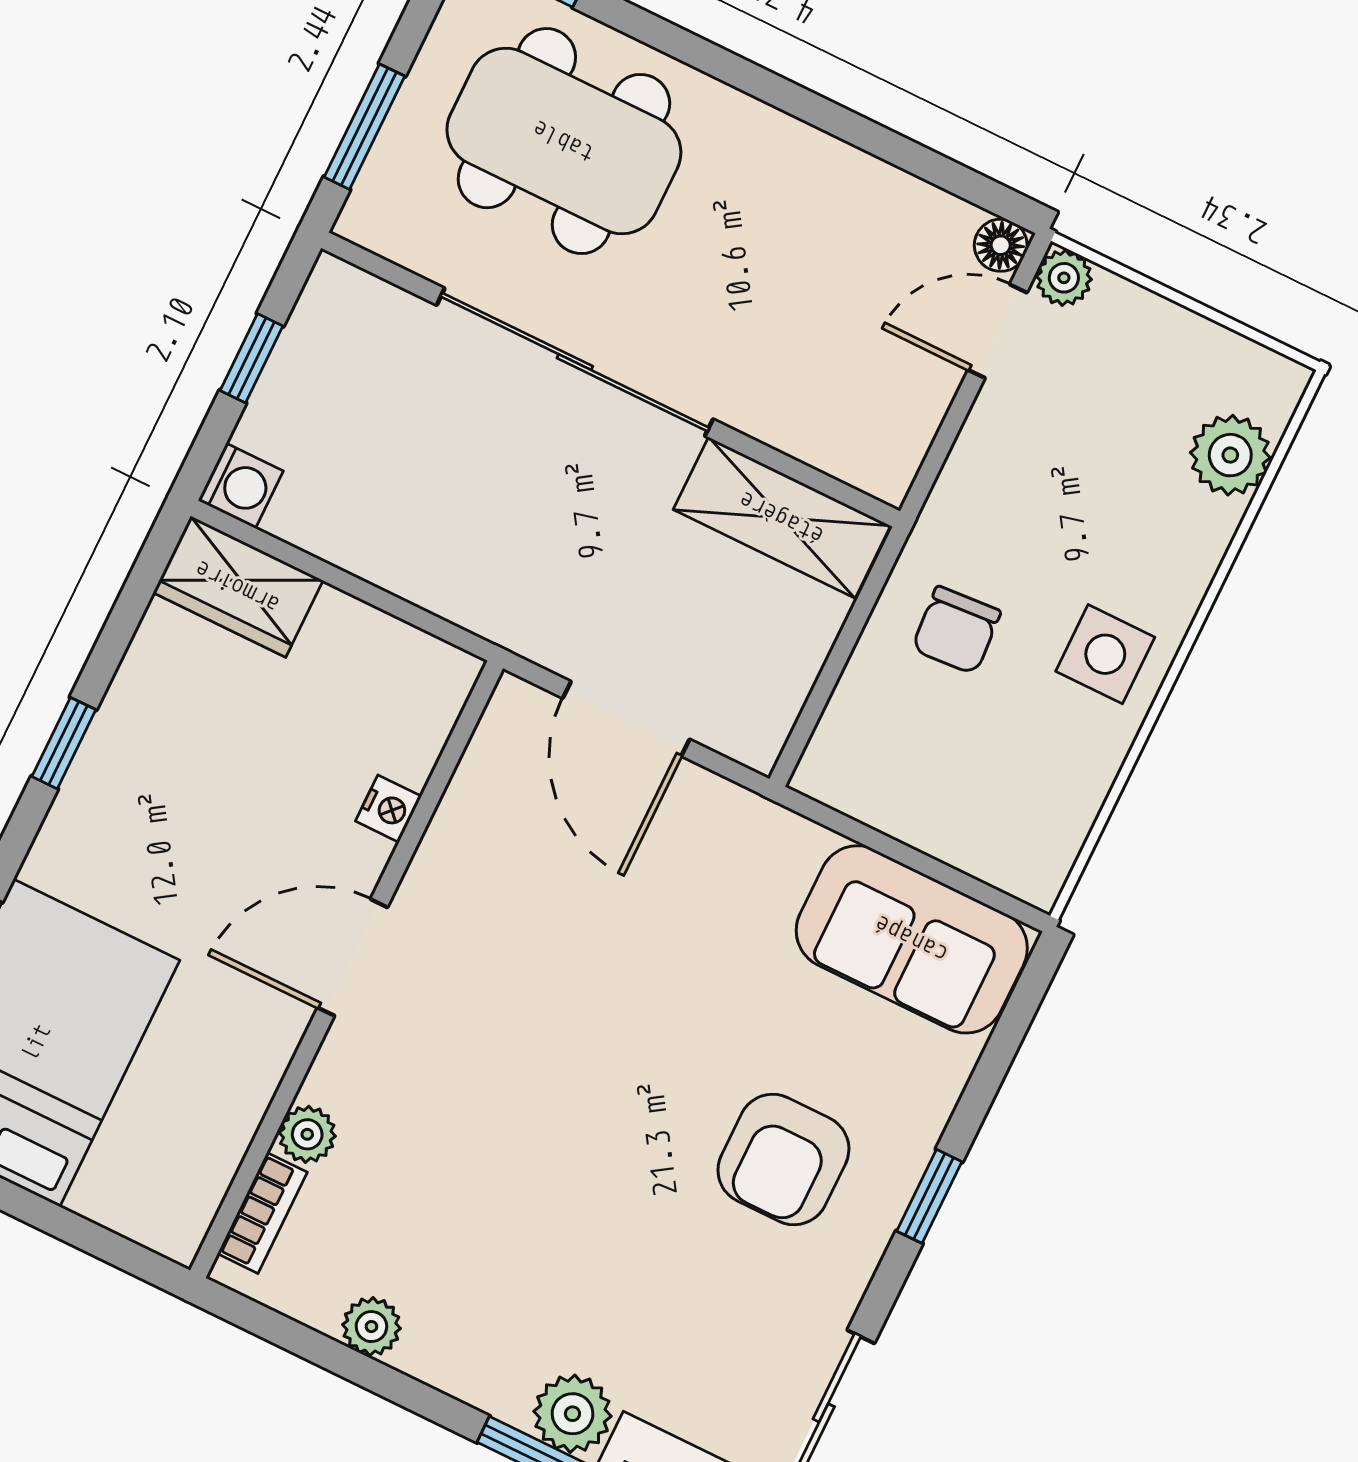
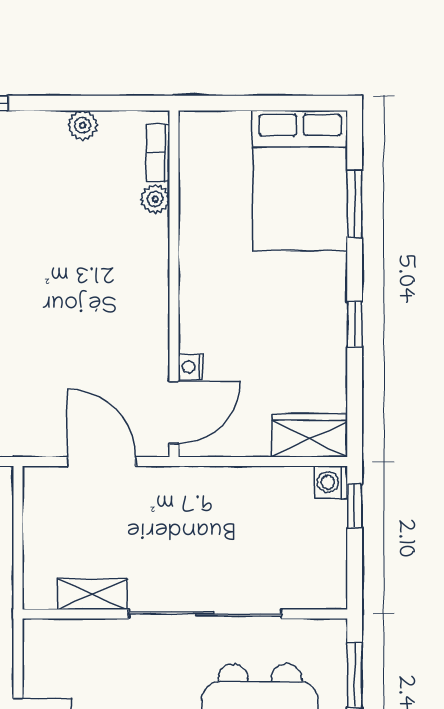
window: (251, 358) -> (355, 506), moved
shelving: (782, 518) -> (92, 594), width x0.67, depth x0.75
door: (352, 957) -> (174, 413), moved

